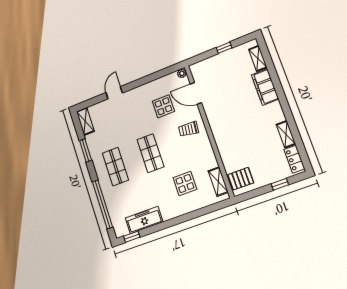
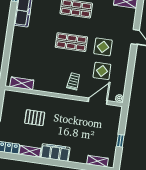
filing cabinet: (265, 87) -> (55, 152), moved
pallet: (241, 179) -> (35, 118), moved, turned 90
display table: (185, 183) -> (103, 47), moved

